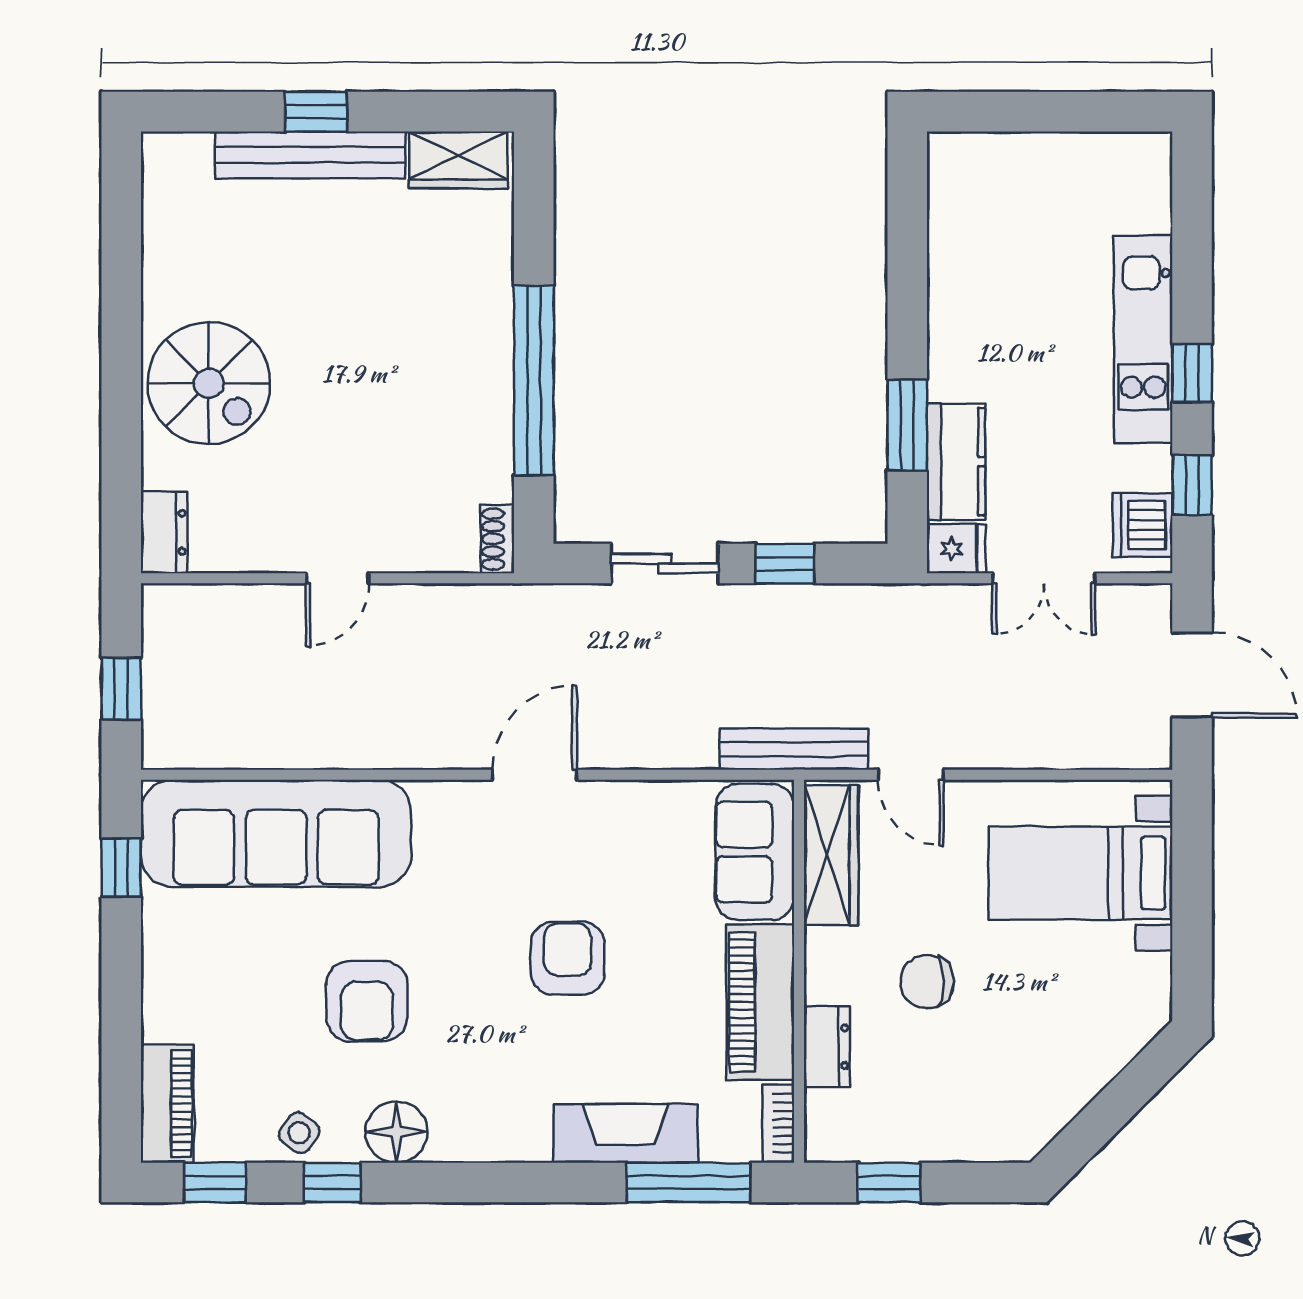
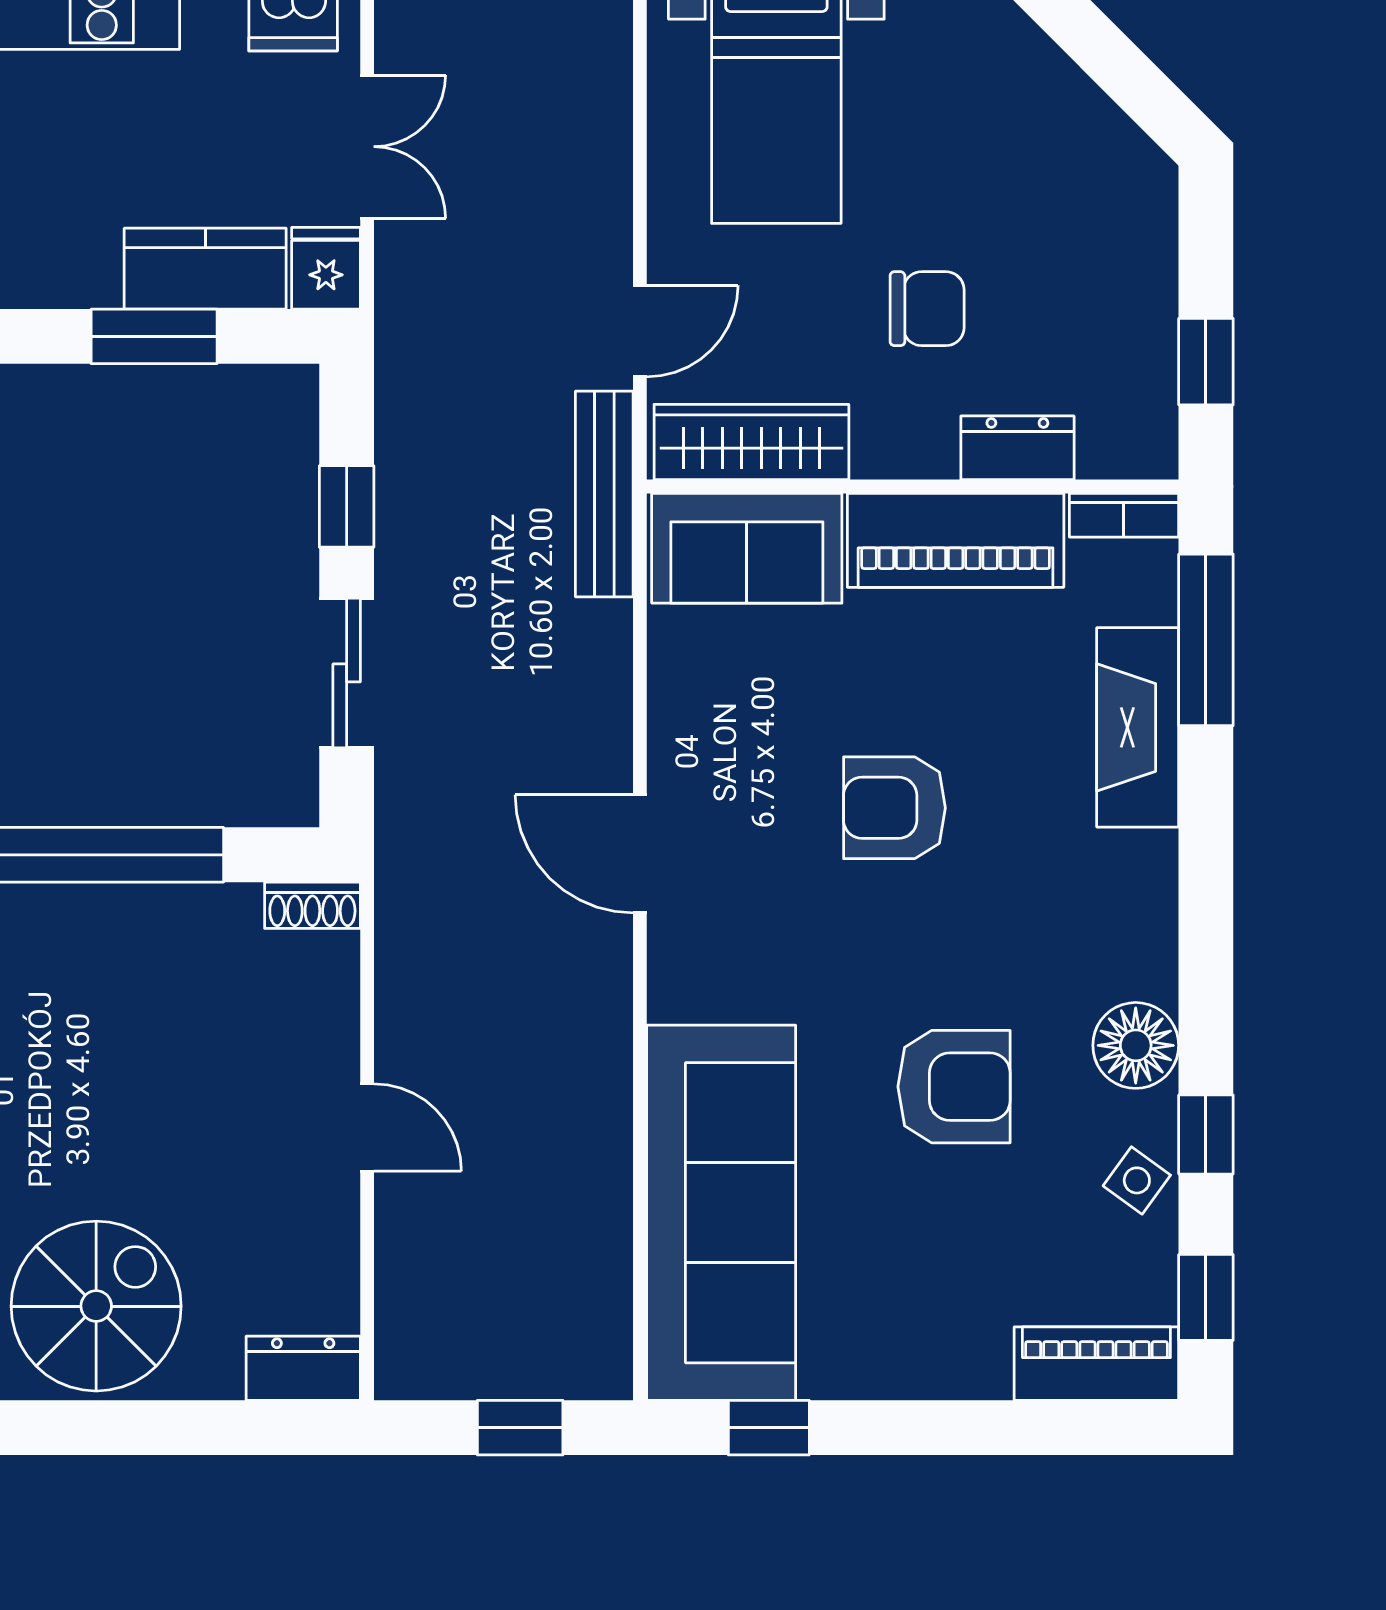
chair: (927, 982) -> (927, 309), turned -90

